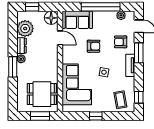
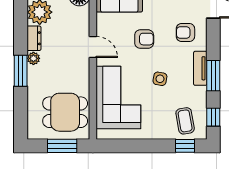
door: (60, 38) -> (93, 47), moved
window: (139, 53) -> (213, 76), moved
window: (96, 116) -> (185, 146), moved

